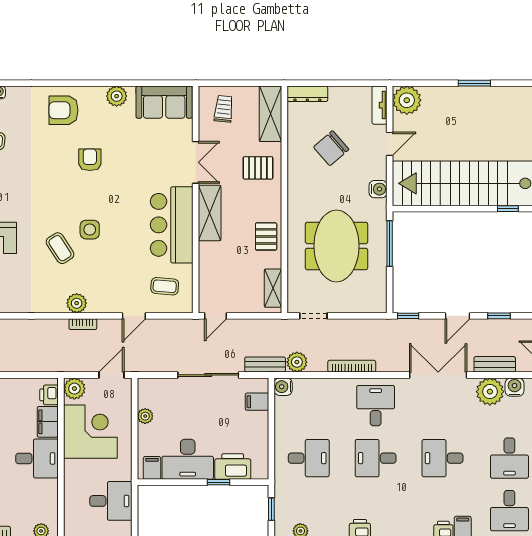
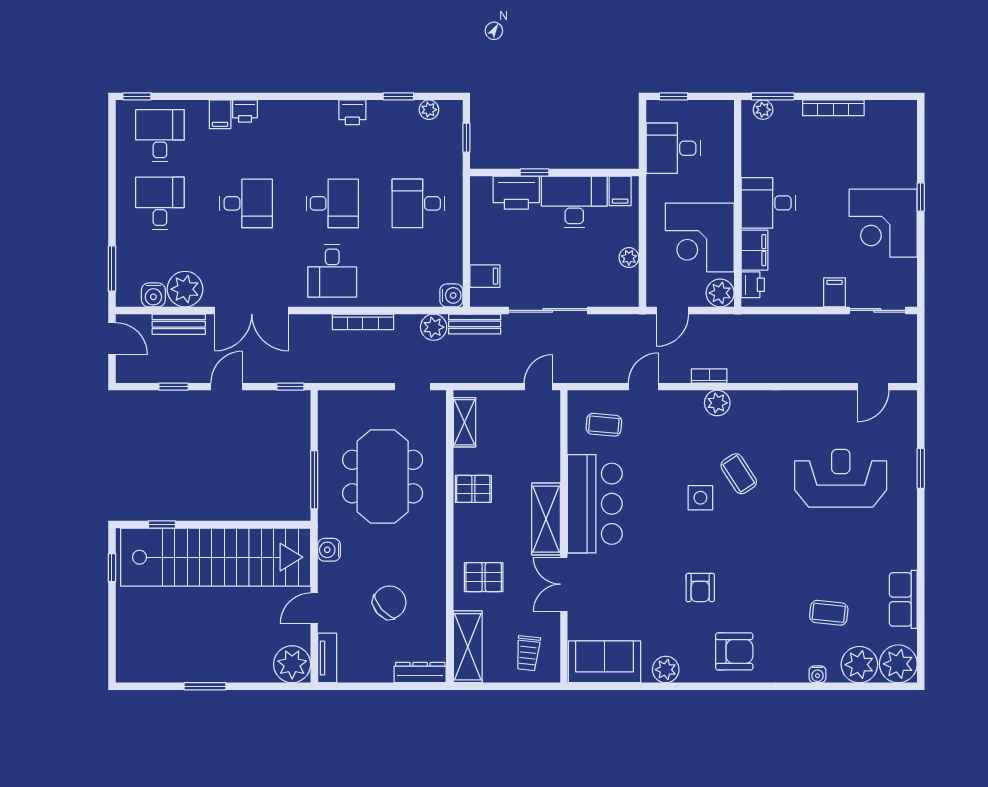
pallet: (266, 236) -> (473, 489), turned 90

